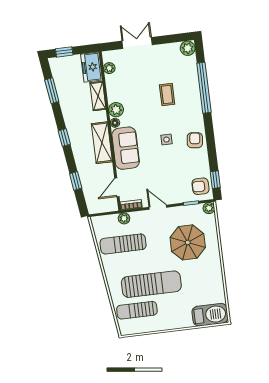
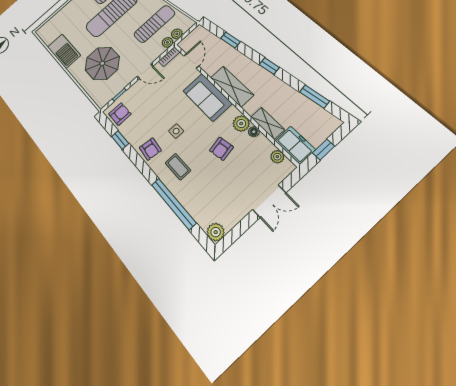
window: (64, 52) -> (324, 150), moved
coffee table: (167, 94) -> (178, 167), moved
armchair: (143, 102) -> (221, 149), added
floor lamp: (115, 123) -> (254, 132), moved
window: (215, 180) -> (120, 140), moved
plant: (209, 208) -> (177, 34), moved
barbecue: (210, 315) -> (64, 51), moved, turned -90

